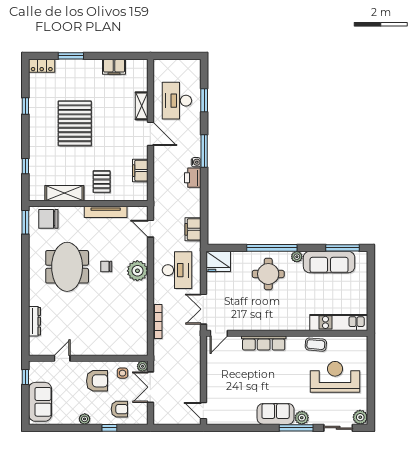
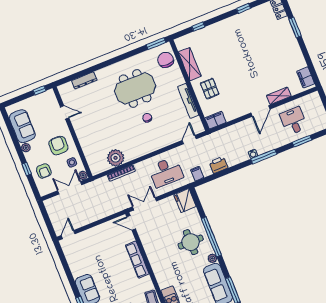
filing cabinet: (114, 67) -> (306, 77), moved
desk: (177, 101) -> (294, 121), width x0.73
pallet: (75, 123) -> (245, 51), removed
filing cabinet: (140, 171) -> (215, 120), moved
printer: (193, 178) -> (218, 165), moved
pallet: (102, 182) -> (210, 89), turned 90
filing cabinet: (193, 229) -> (197, 174), width x0.50
plant: (137, 271) -> (116, 158), moved
armchair: (97, 381) -> (58, 146), turned 180
sofa: (40, 402) -> (22, 126), moved, turned -90

